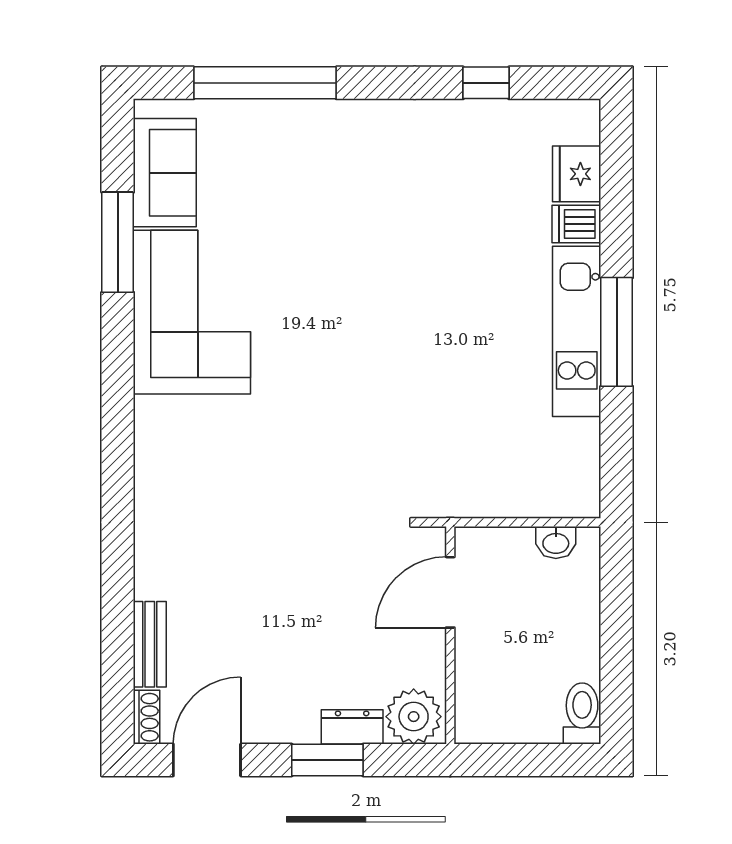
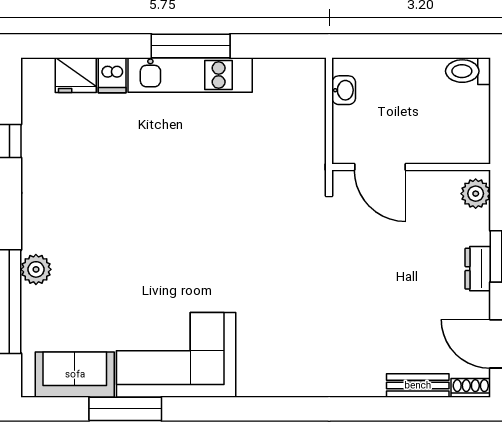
plant: (309, 119) -> (36, 269), added
plant: (414, 717) -> (476, 194), width x0.73, depth x0.73
dresser: (352, 727) -> (478, 269), moved

